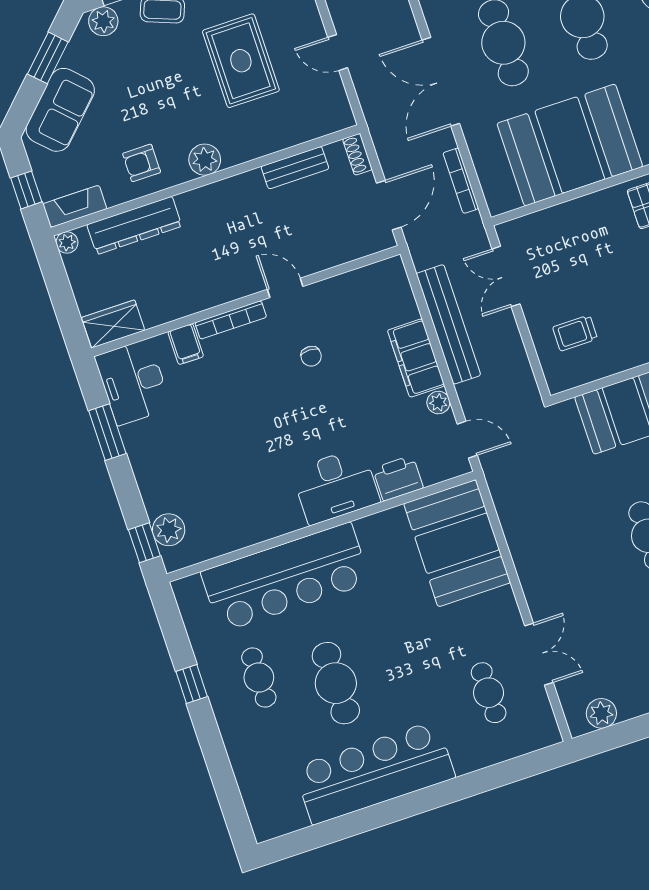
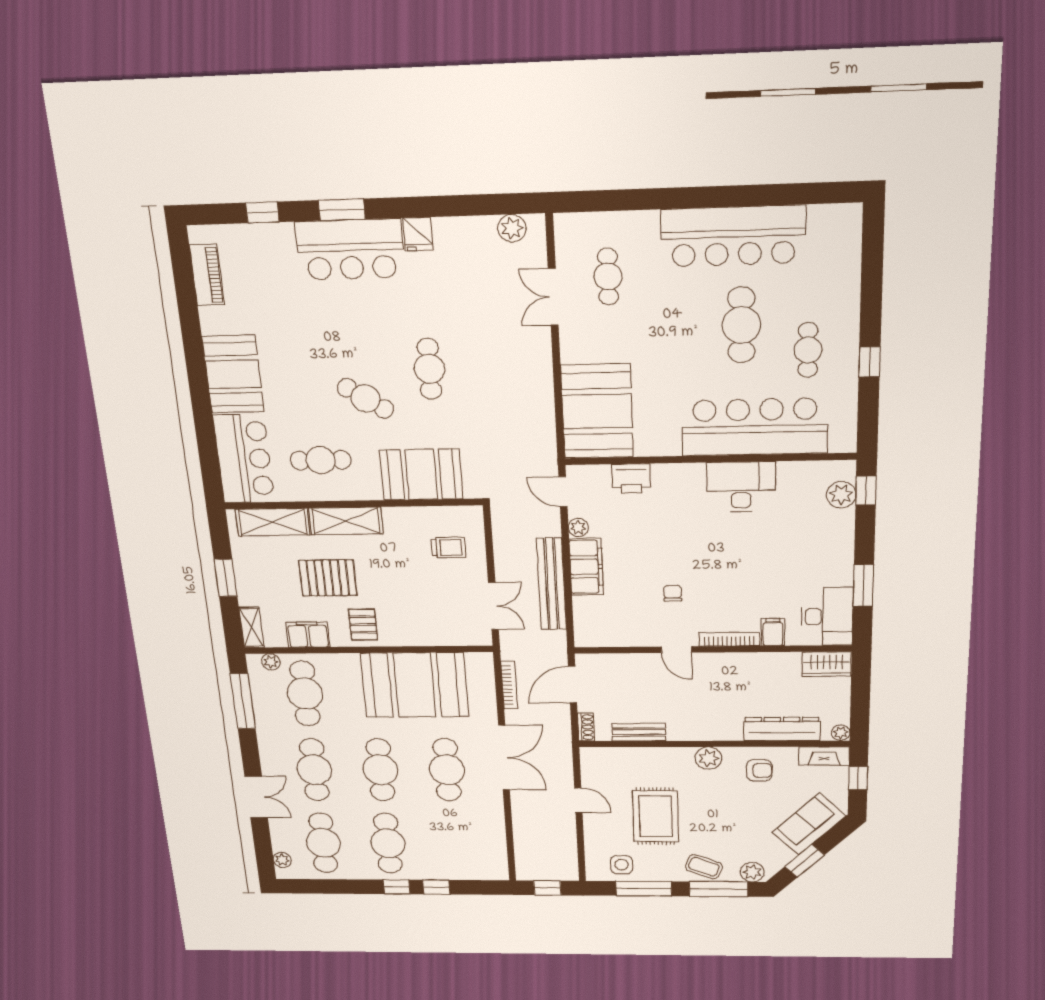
desk: (336, 486) -> (741, 487), moved

